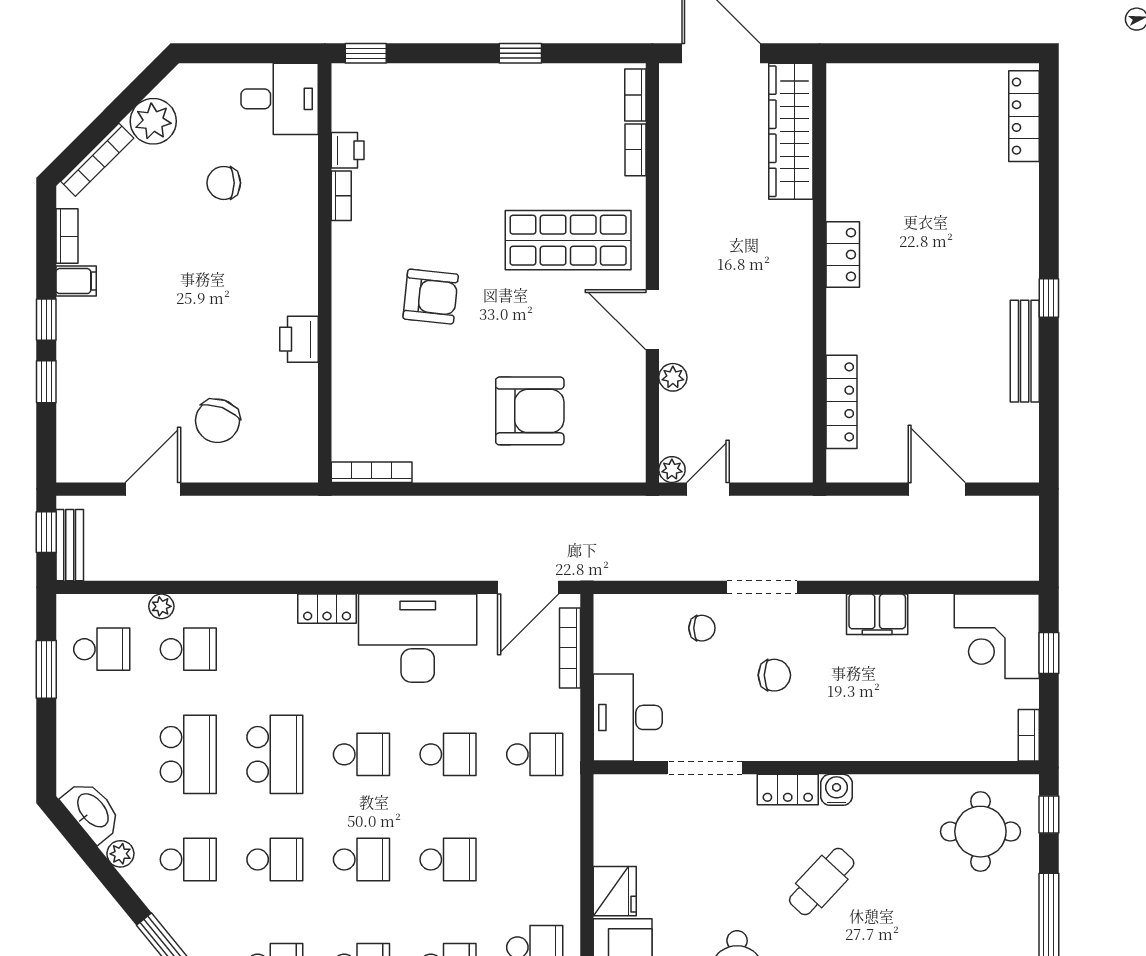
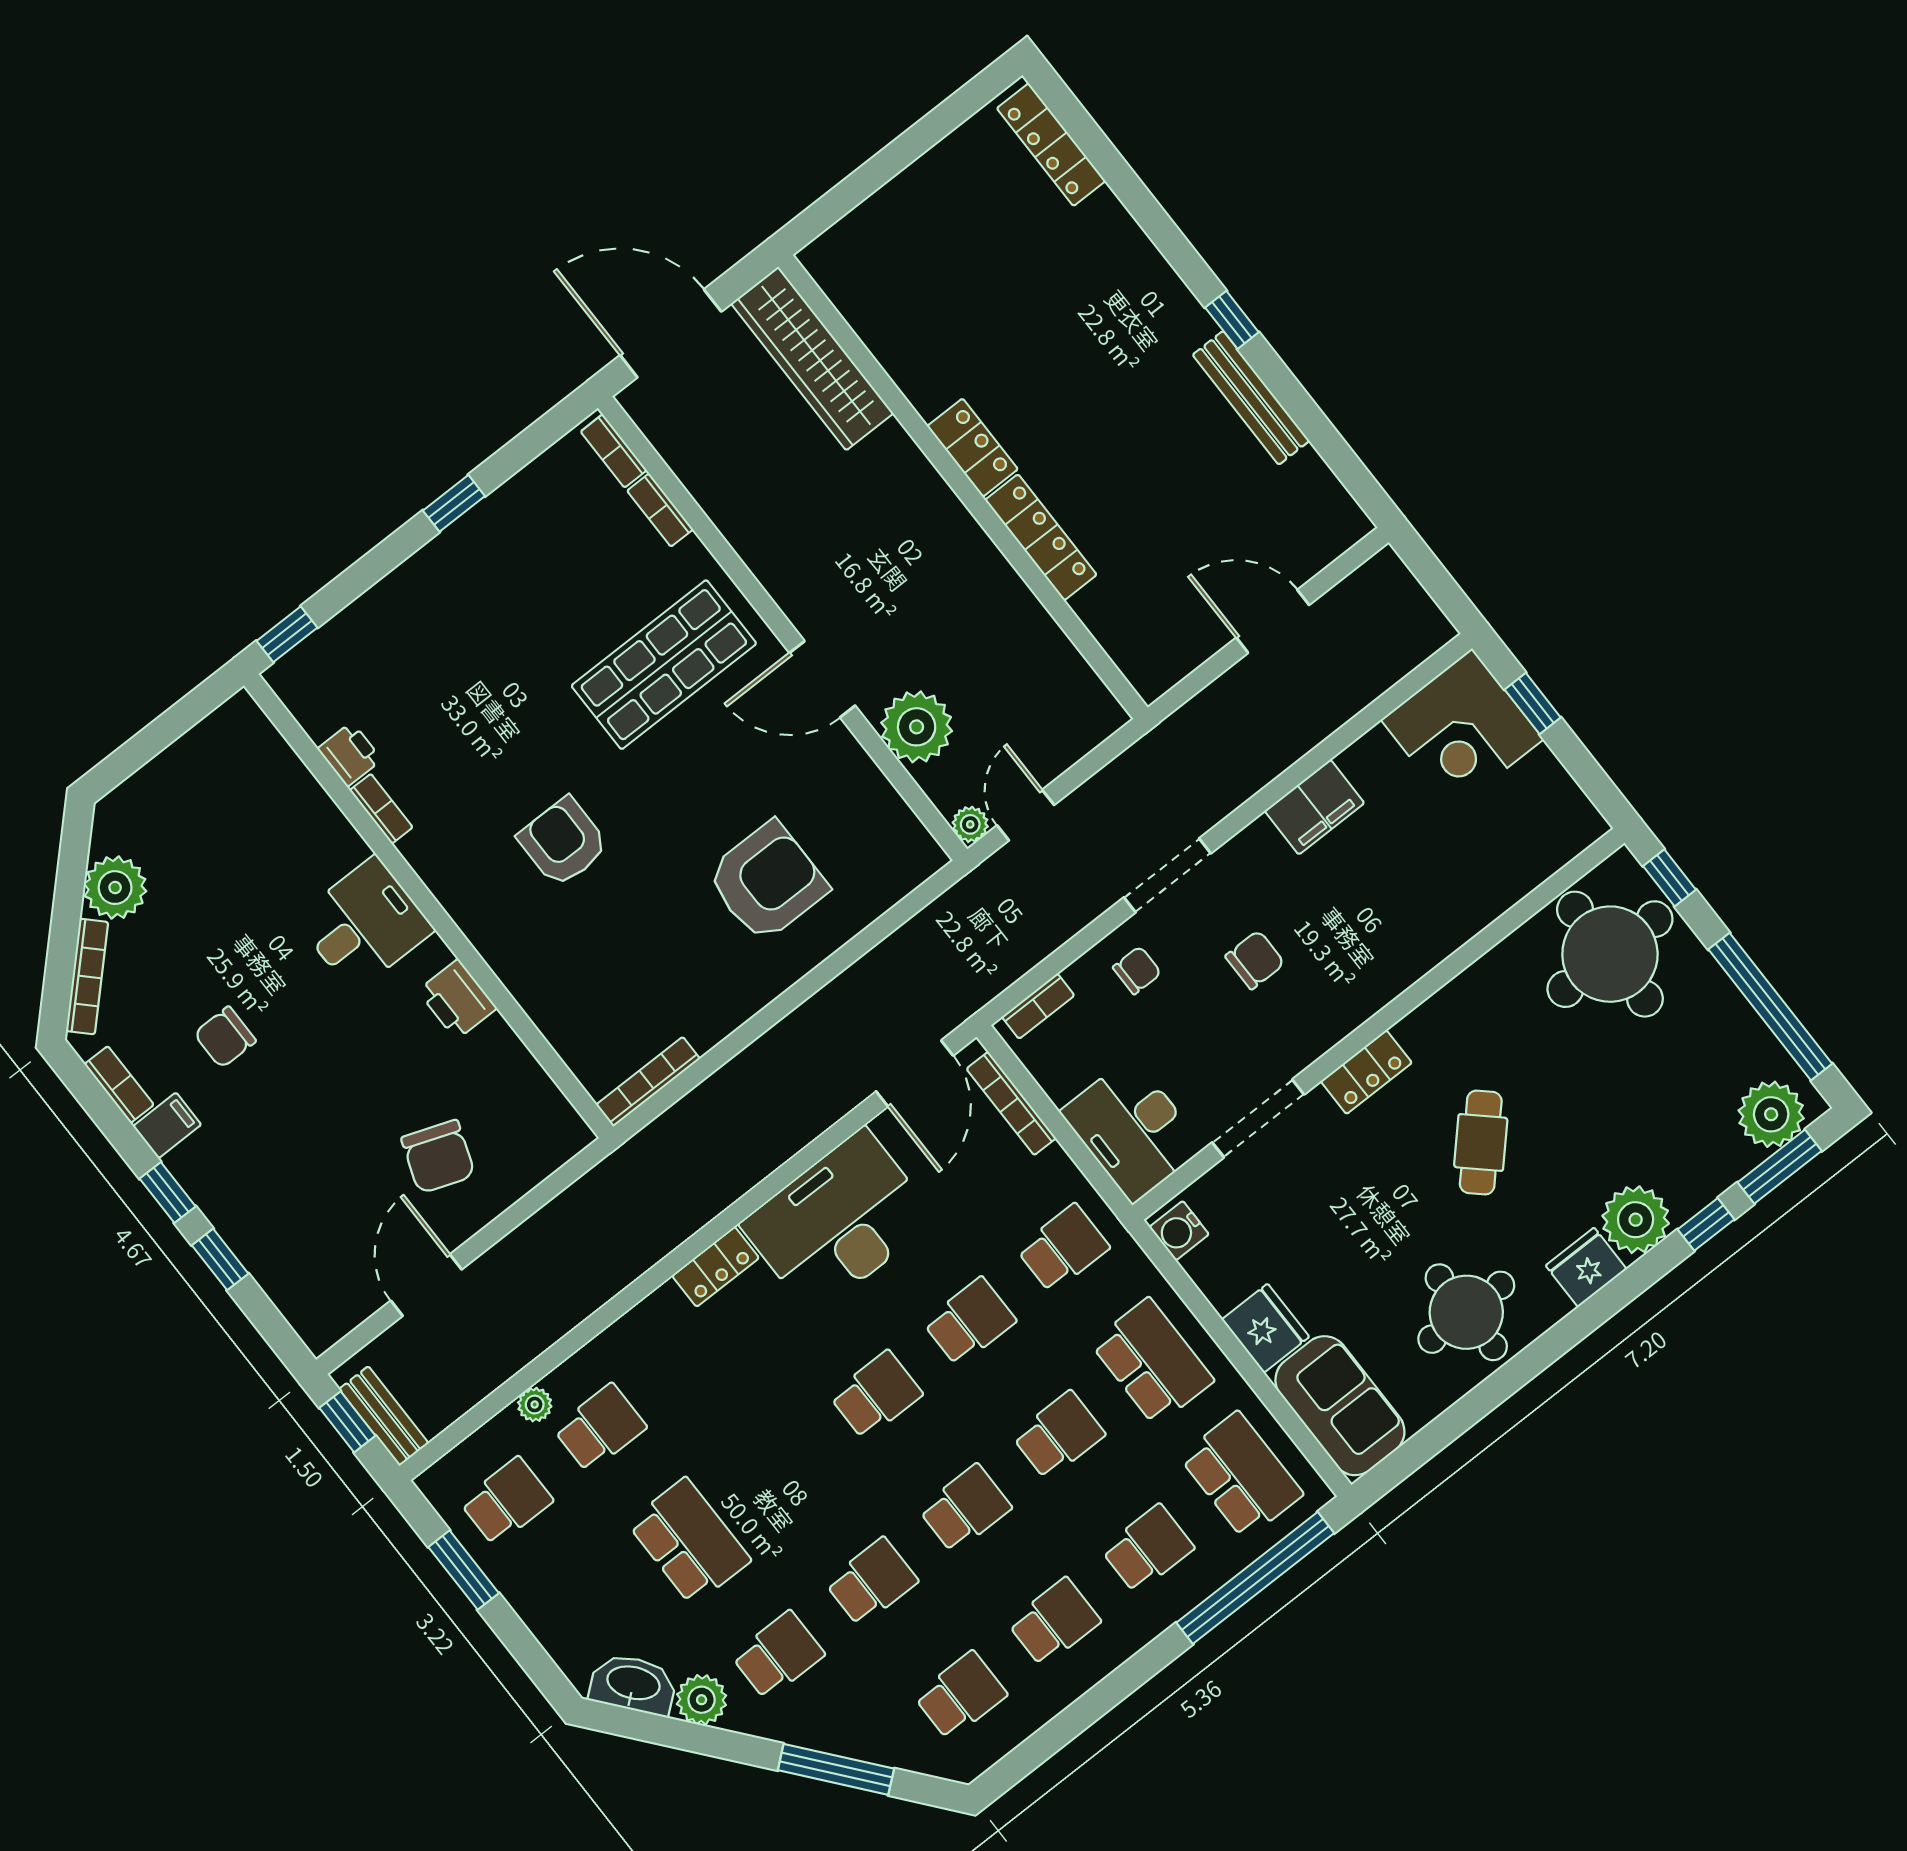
desk: (280, 99) -> (364, 924), moved
chair: (224, 183) -> (225, 1037), moved
armchair: (431, 297) -> (563, 842), turned -96
plant: (673, 377) -> (917, 727), width x1.88, depth x1.88
locker: (842, 402) -> (1041, 537), moved
bookcase: (1029, 735) -> (1038, 1006), moved, turned -90
school desk: (275, 754) -> (1152, 1362), moved
water cooler: (837, 790) -> (1179, 1231), moved, turned -90
round table: (980, 832) -> (1610, 954), width x1.36, depth x1.36
plant: (120, 854) -> (702, 1700), width x1.38, depth x1.38

